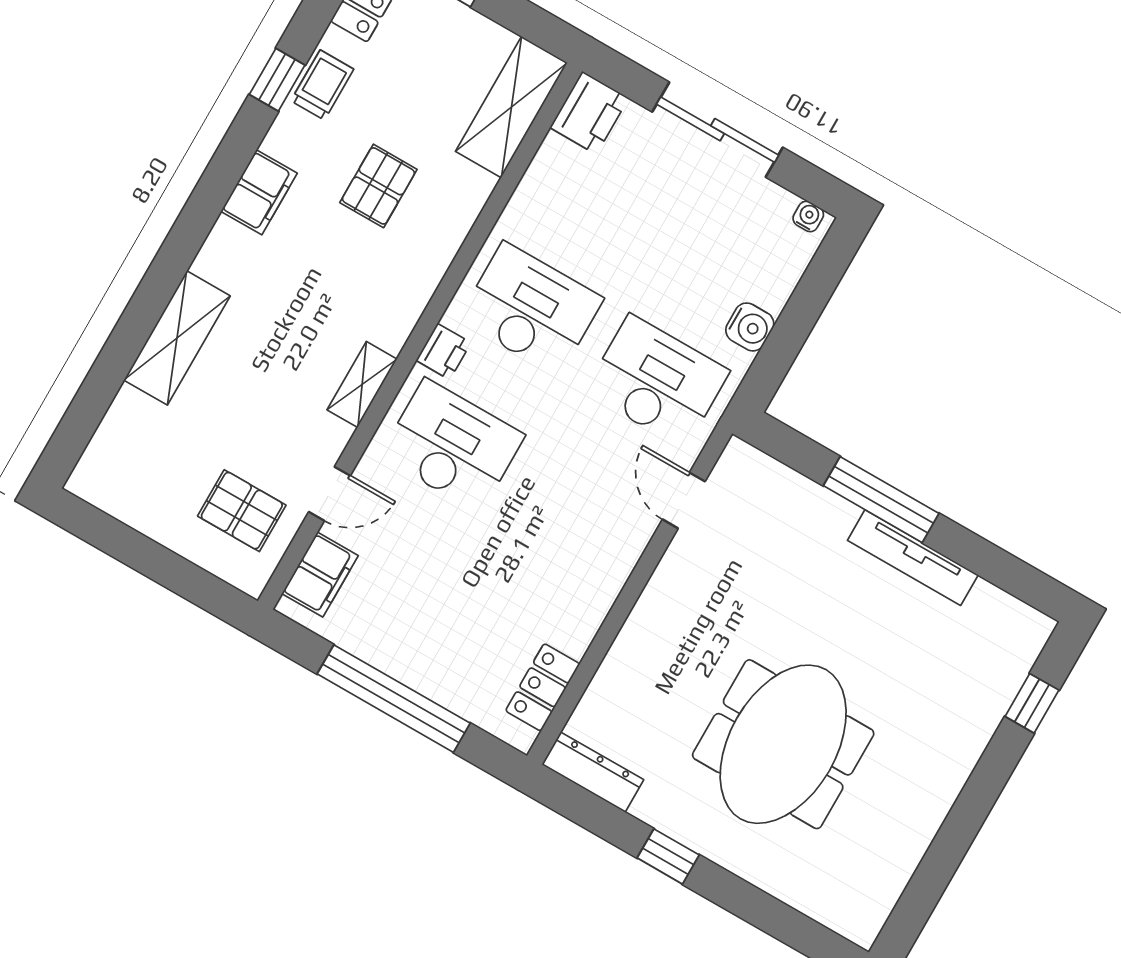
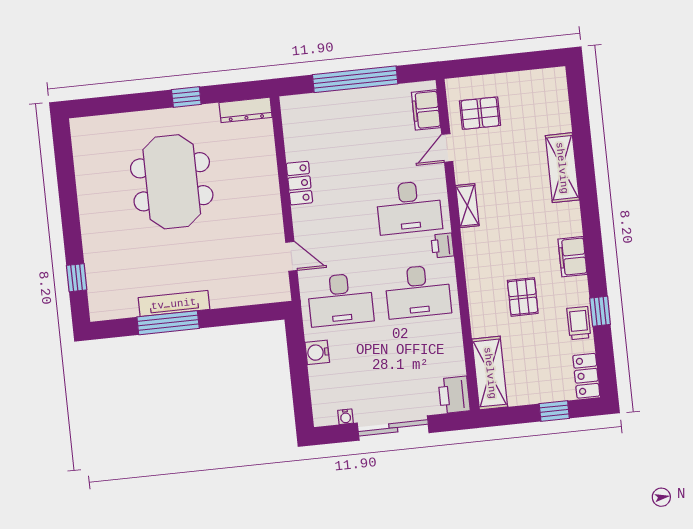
trolley: (322, 85) -> (579, 323), turned 180
water cooler: (808, 216) -> (346, 417), moved
window: (881, 500) -> (168, 323), moved
locker: (543, 687) -> (299, 183), moved

